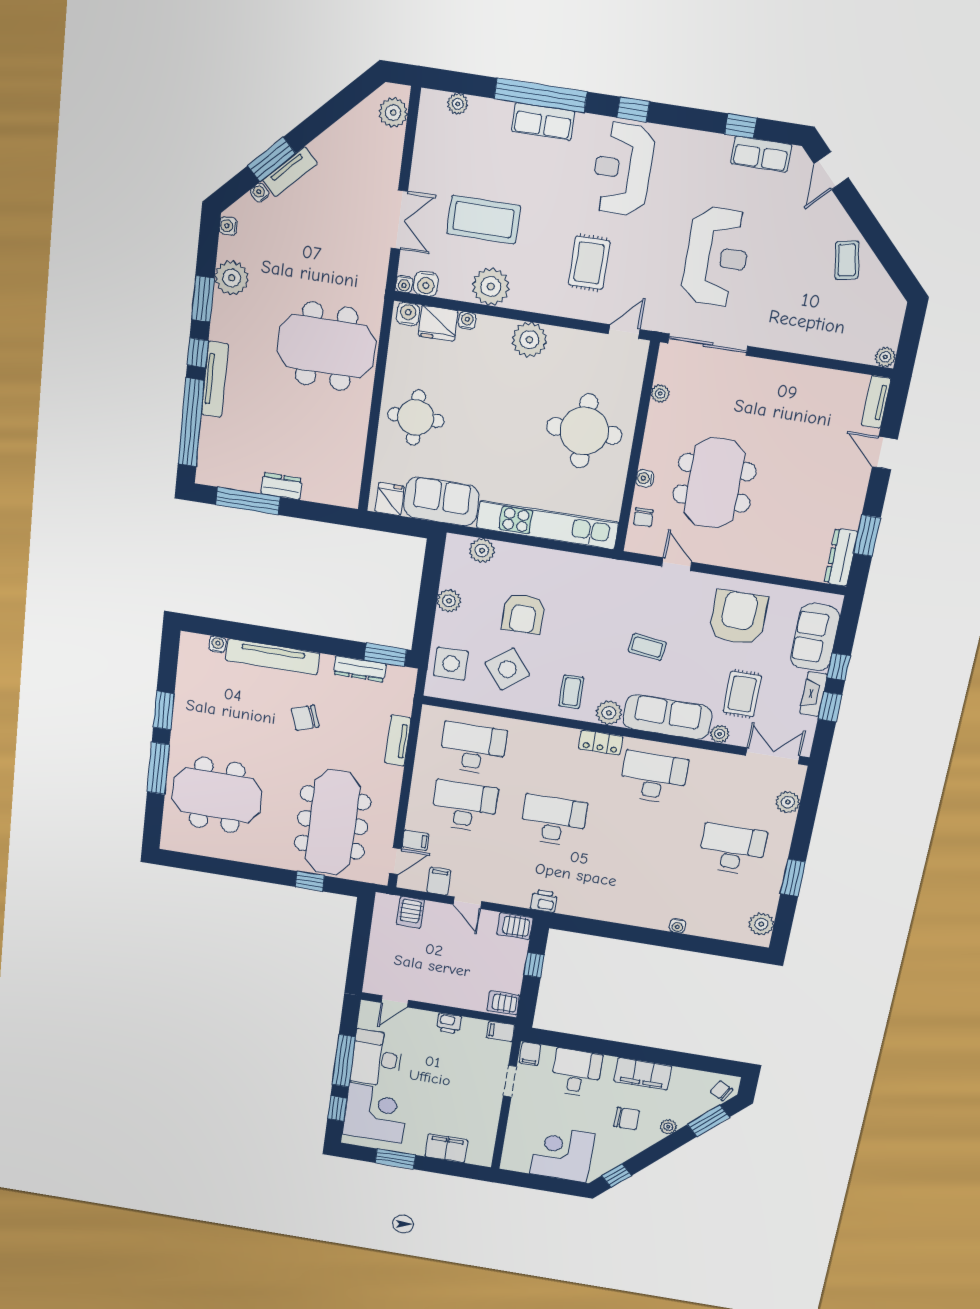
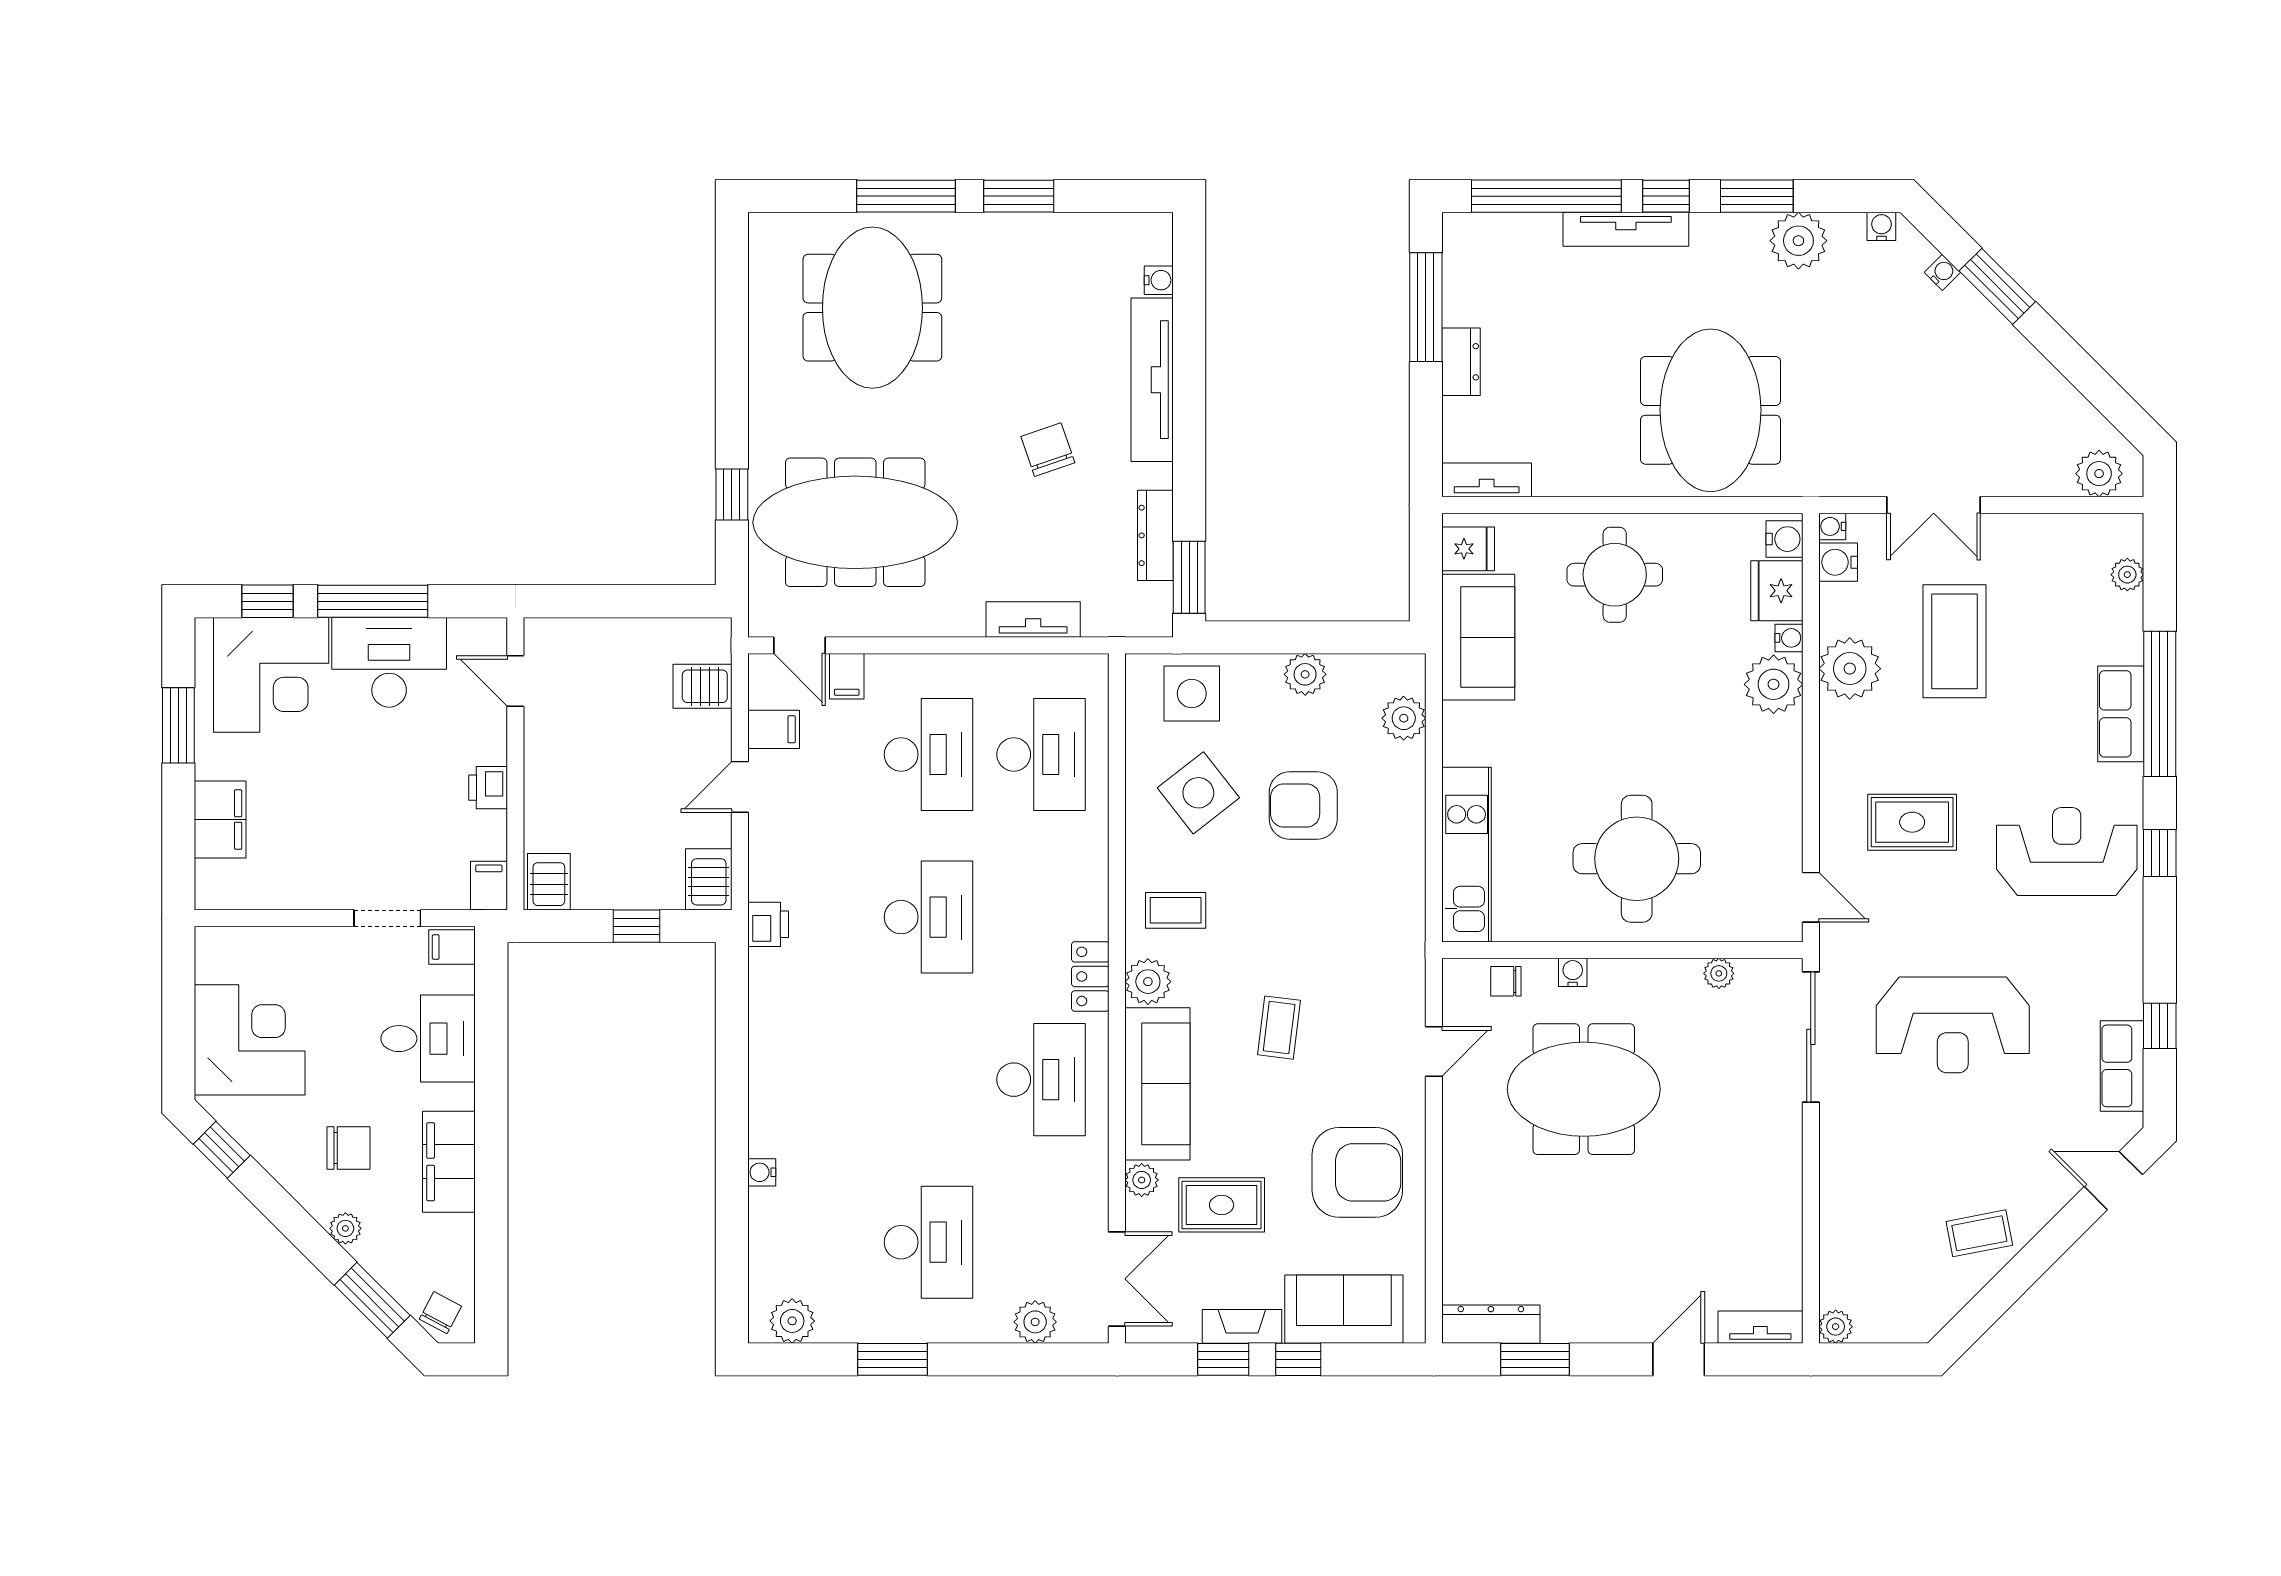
tv unit: (290, 172) -> (1487, 480), moved, turned 135
plant: (529, 340) -> (1774, 684), moved
kitchen unit: (548, 525) -> (1467, 855), width x0.73
chair: (627, 1119) -> (349, 1148), turned -90

